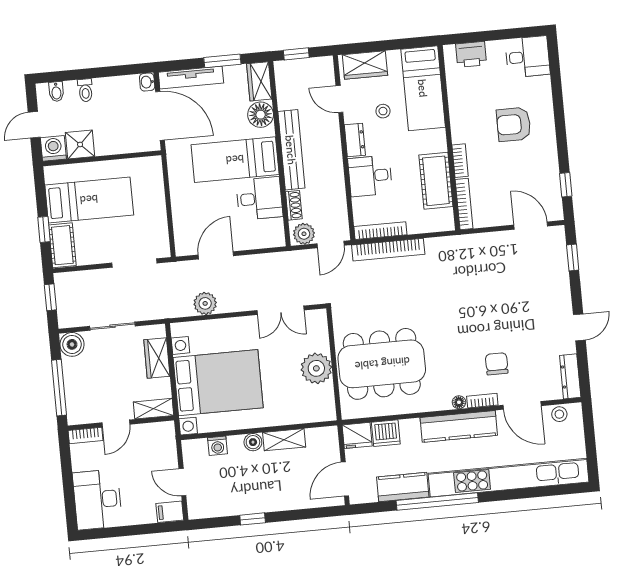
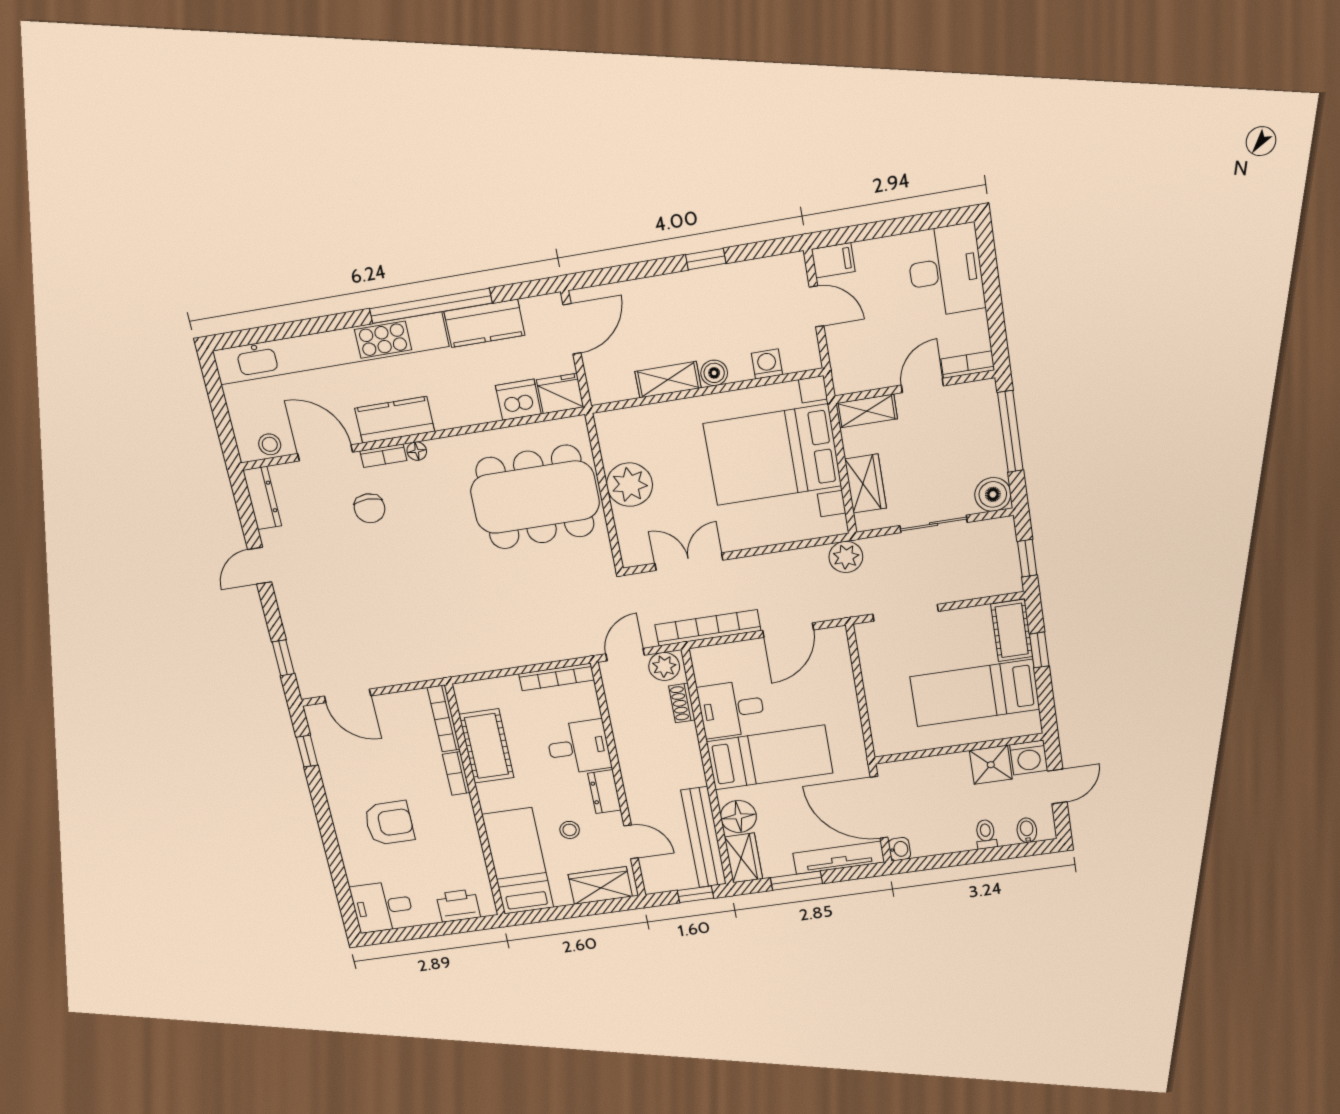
bench: (291, 150) -> (704, 837), moved
bookcase: (388, 250) -> (708, 628), moved
plant: (205, 303) -> (846, 557), moved
kitchen counter: (459, 426) -> (395, 420), width x0.67

